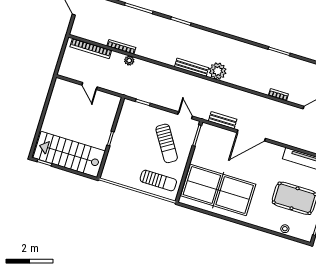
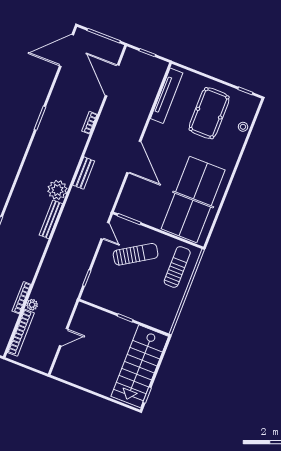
plant: (129, 61) -> (32, 305), moved
door: (185, 115) -> (105, 231), swing flipped
bench: (223, 120) -> (84, 173), moved

